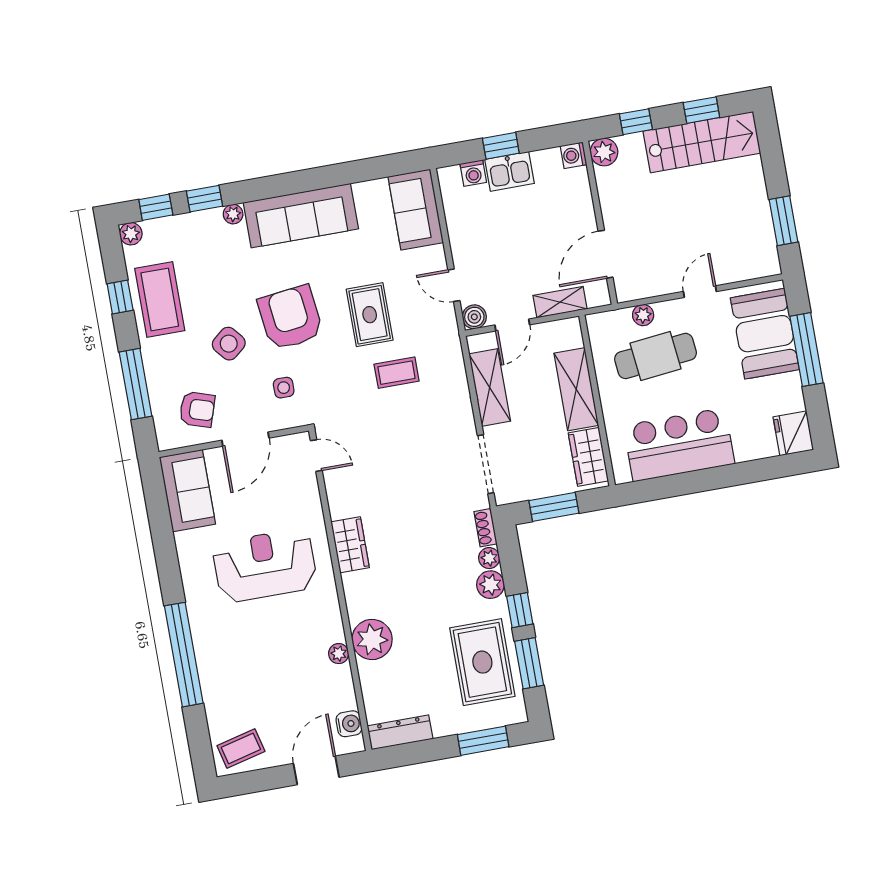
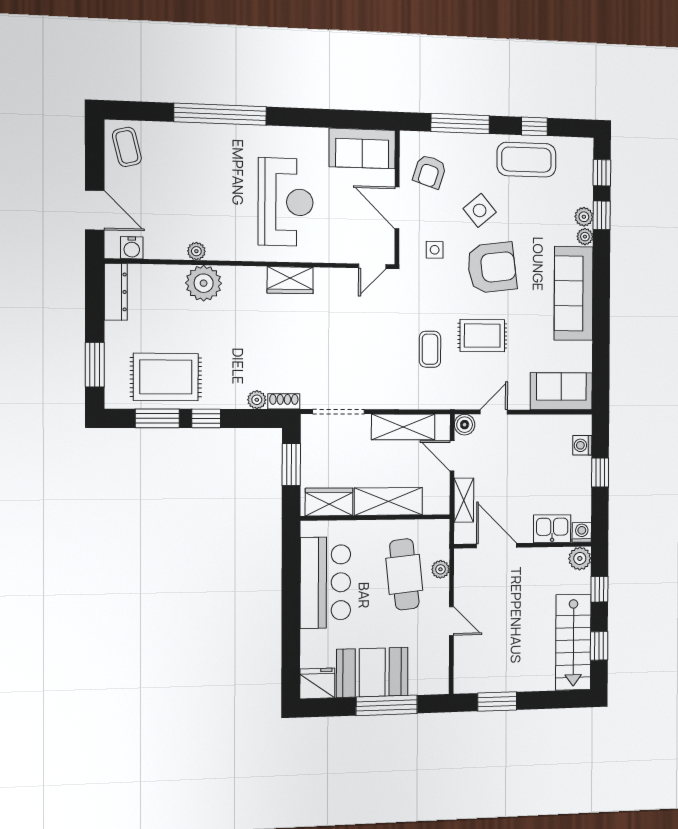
kitchen sink: (510, 171) -> (552, 529), moved, turned 90
plant: (131, 234) -> (584, 217), moved
booth: (765, 334) -> (372, 672), moved
plant: (490, 585) -> (233, 397), removed

